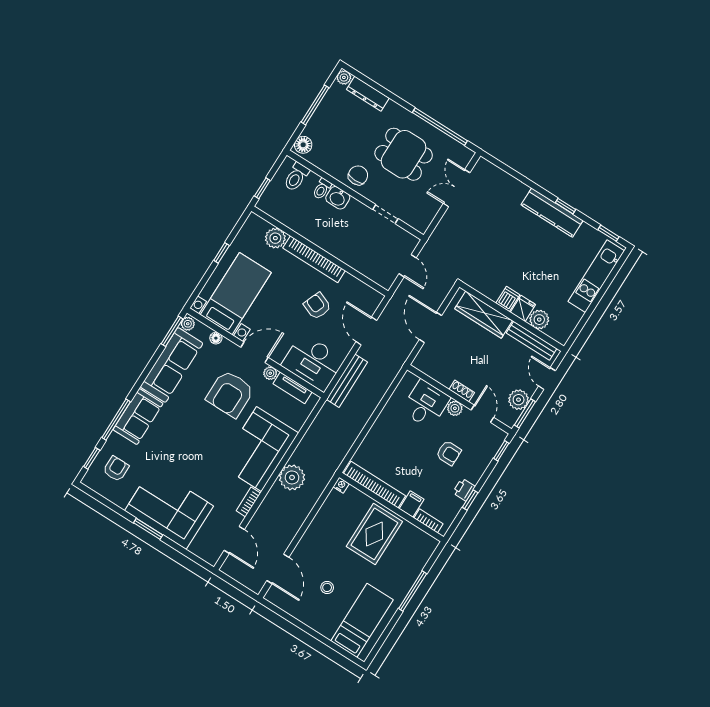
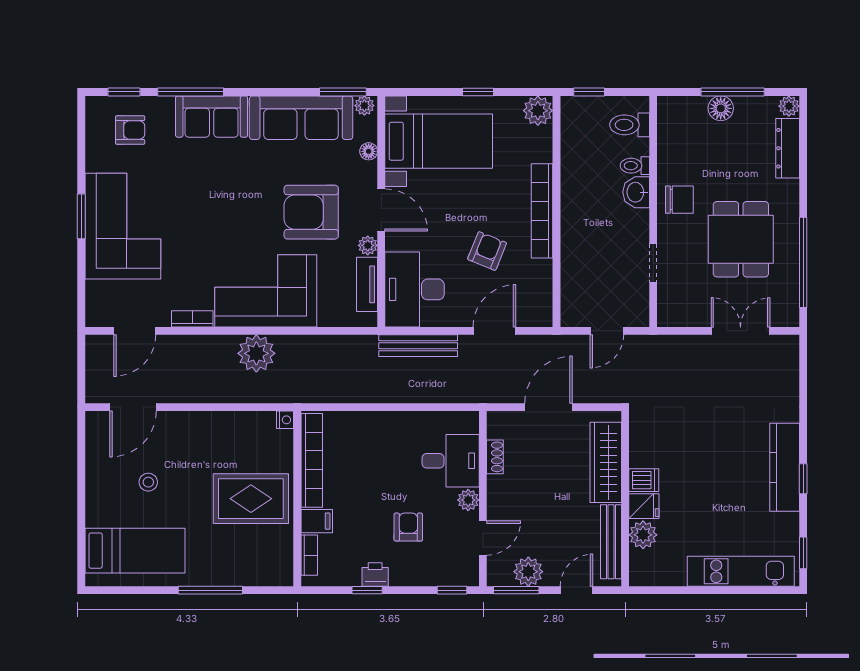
floor lamp: (303, 145) -> (721, 108), moved
plant: (275, 238) -> (538, 111), moved
shoe rack: (462, 391) -> (495, 457), moved
armchair: (449, 453) -> (408, 527), turned 180

